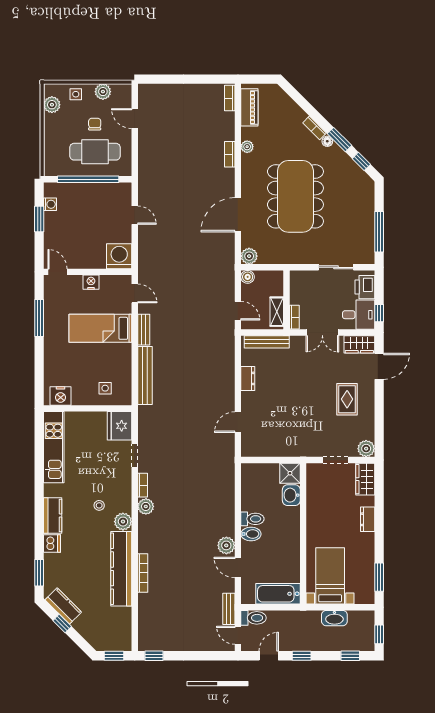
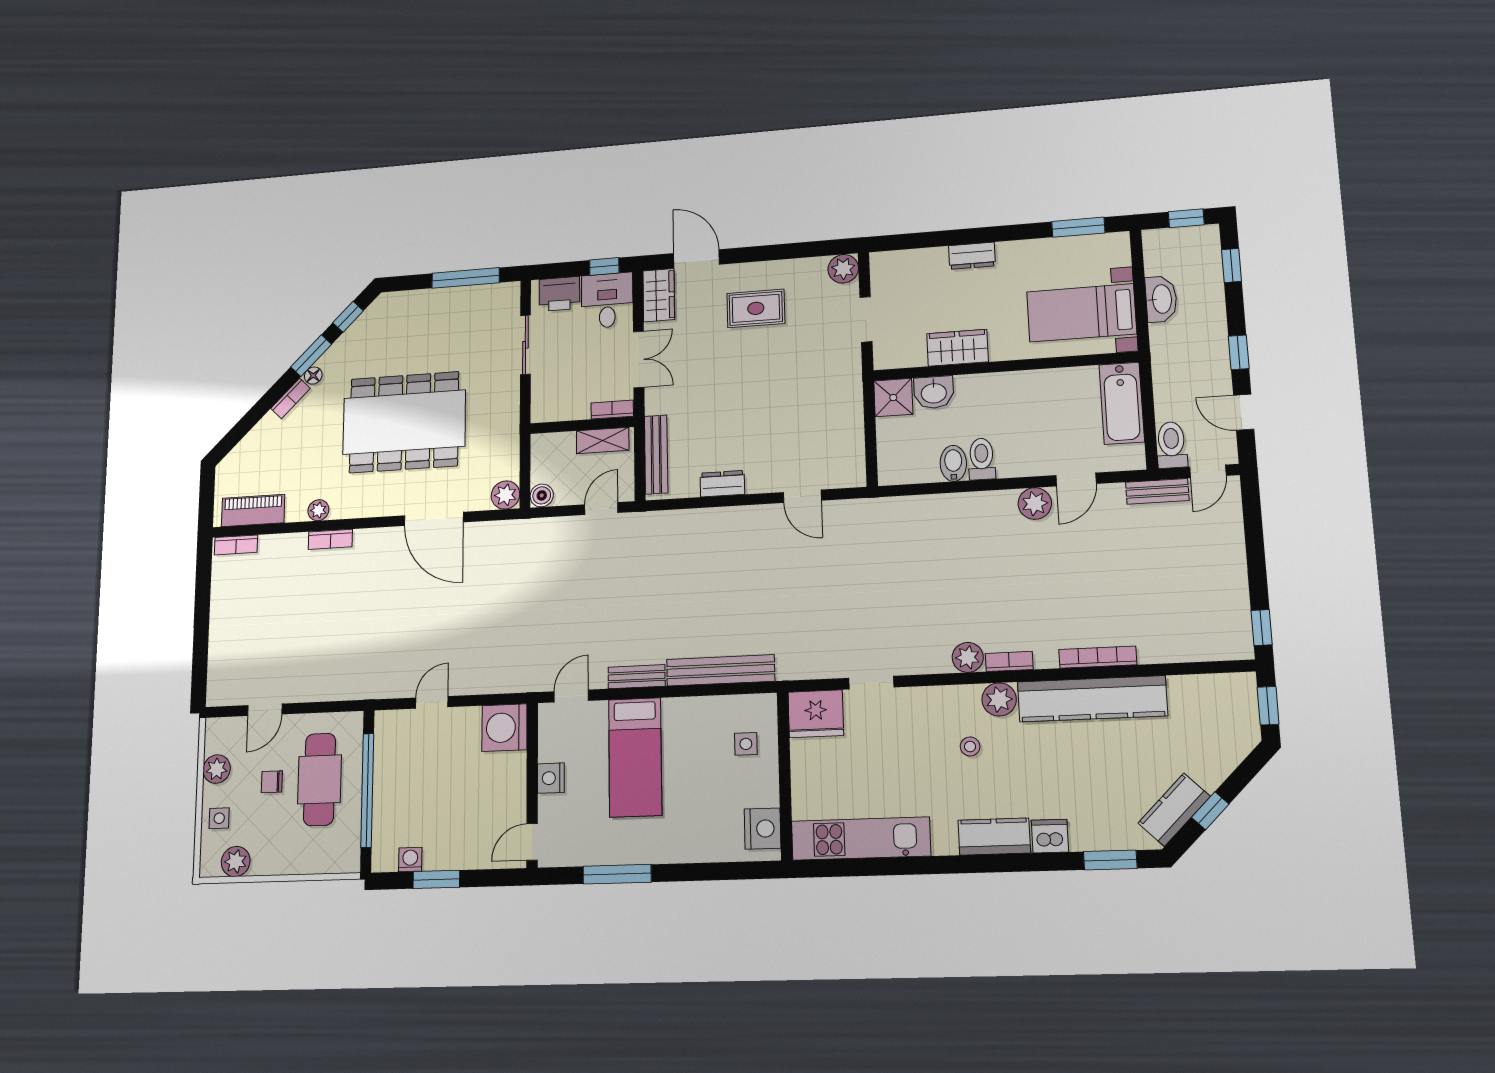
wardrobe: (365, 479) -> (958, 348), moved, turned 180
bookcase: (143, 485) -> (1009, 661), moved
bidet: (251, 534) -> (953, 463), moved

